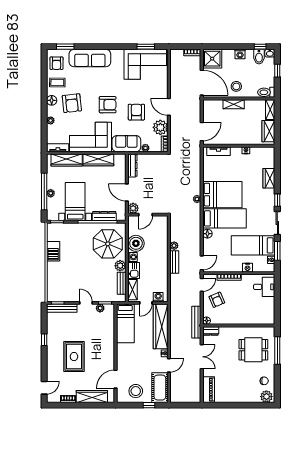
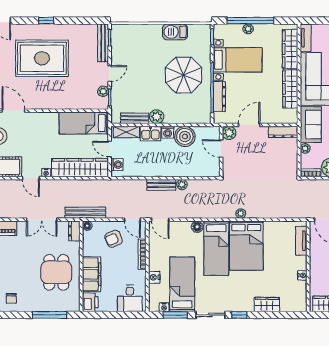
parasol: (108, 244) -> (184, 75), moved
filing cabinet: (245, 317) -> (92, 274), added
printer: (267, 318) -> (90, 302), added
window: (44, 340) -> (46, 21), moved
dining table: (253, 350) -> (56, 272), moved
rug: (74, 357) -> (42, 58), width x1.37, depth x1.44

